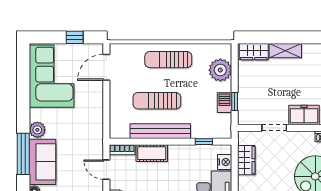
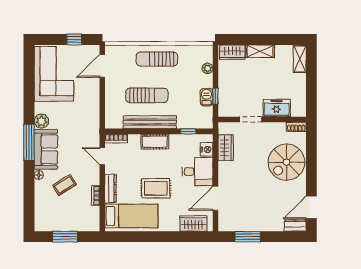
plant: (220, 70) -> (207, 68), width x0.53, depth x0.53
sun lounger: (157, 101) -> (147, 95), turned 180
cot: (152, 153) -> (155, 142), moved

